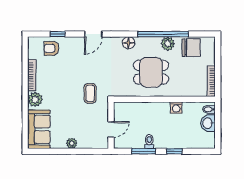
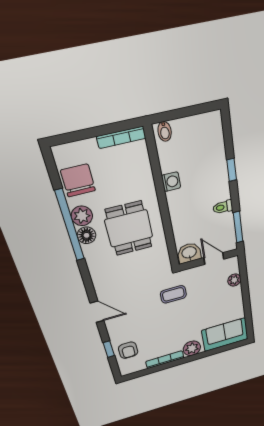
floor lamp: (128, 43) -> (86, 235), moved
washbasin: (208, 123) -> (189, 253), moved, turned 180
plant: (72, 143) -> (234, 280), moved
window: (144, 151) -> (238, 227), moved

